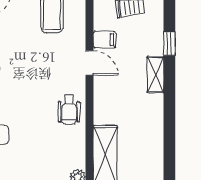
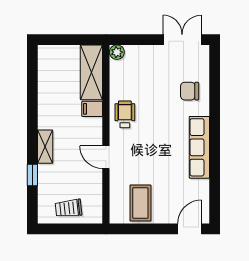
filing cabinet: (104, 40) -> (92, 109), moved

